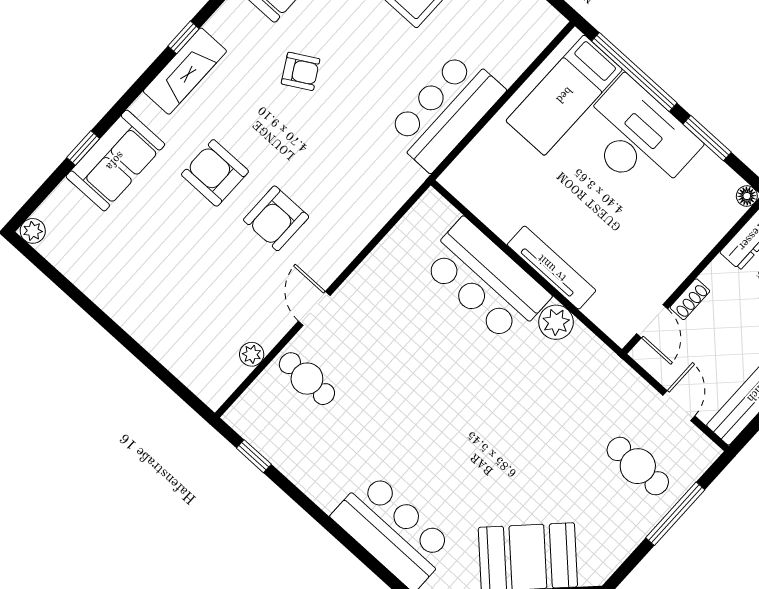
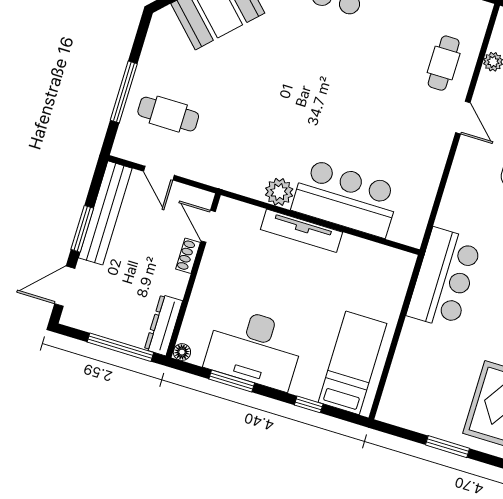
window: (634, 72) -> (309, 404), width x0.32
bar counter: (446, 111) -> (444, 278), moved
desk: (637, 138) -> (254, 348), moved
cafe table: (307, 379) -> (444, 63), turned 90

